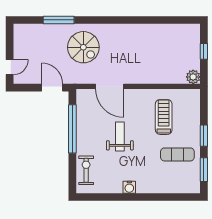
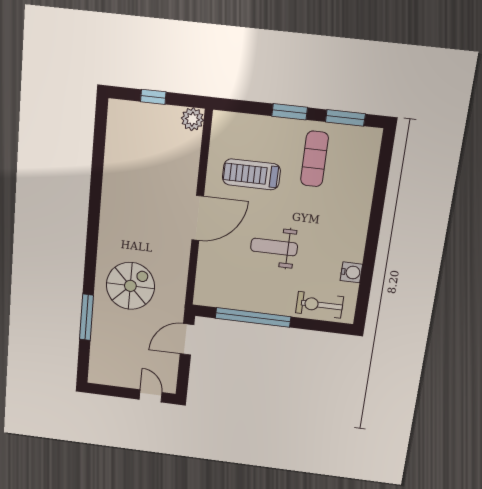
door: (110, 86) -> (198, 218), moved
water cooler: (129, 187) -> (351, 272), moved

